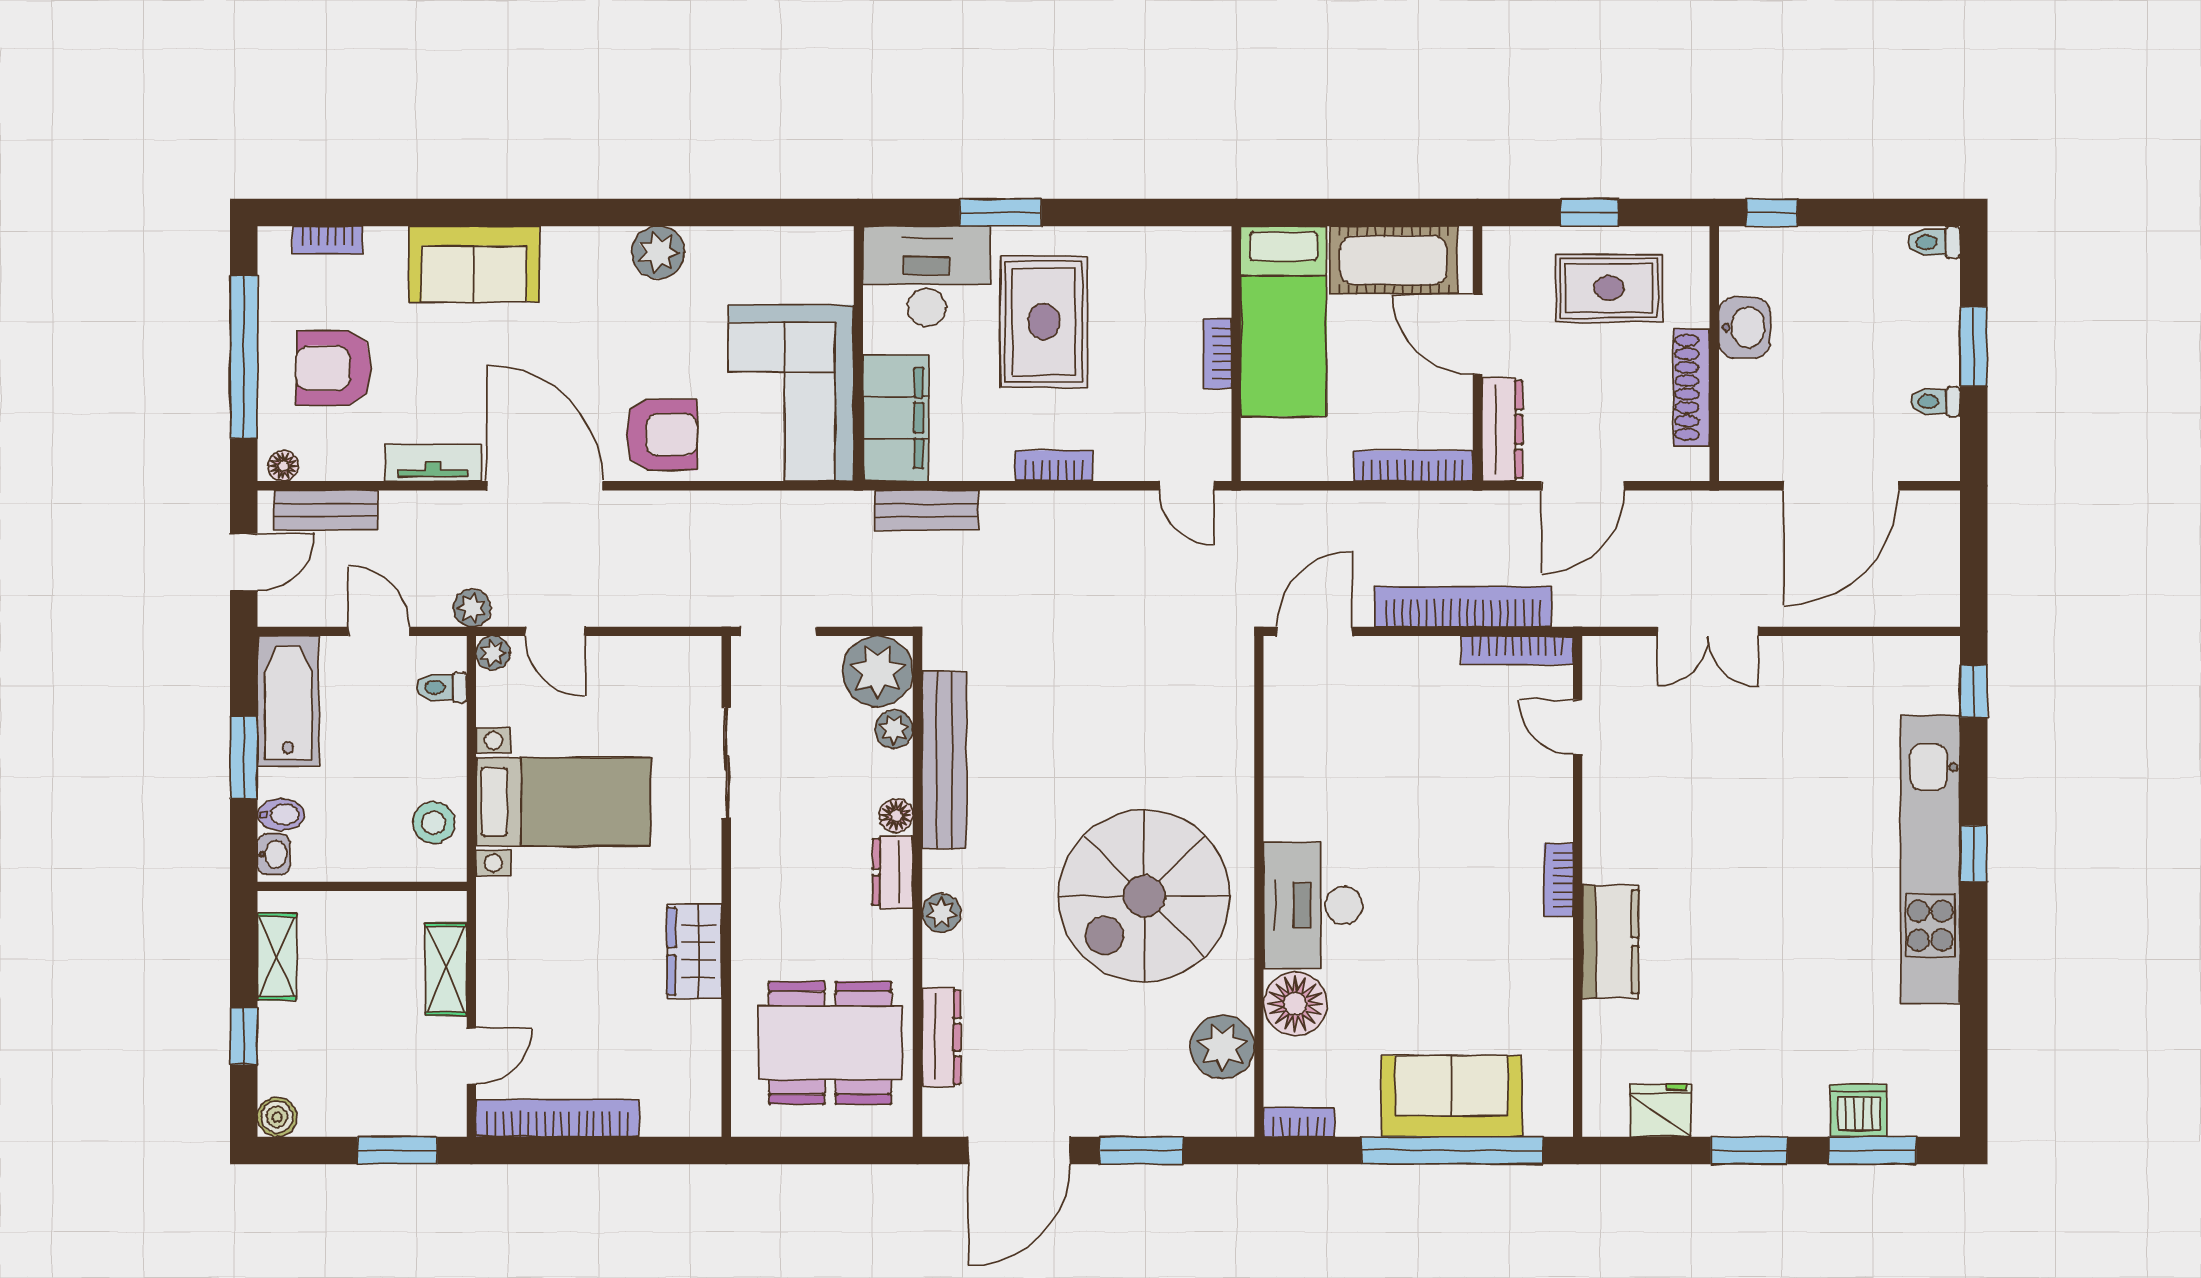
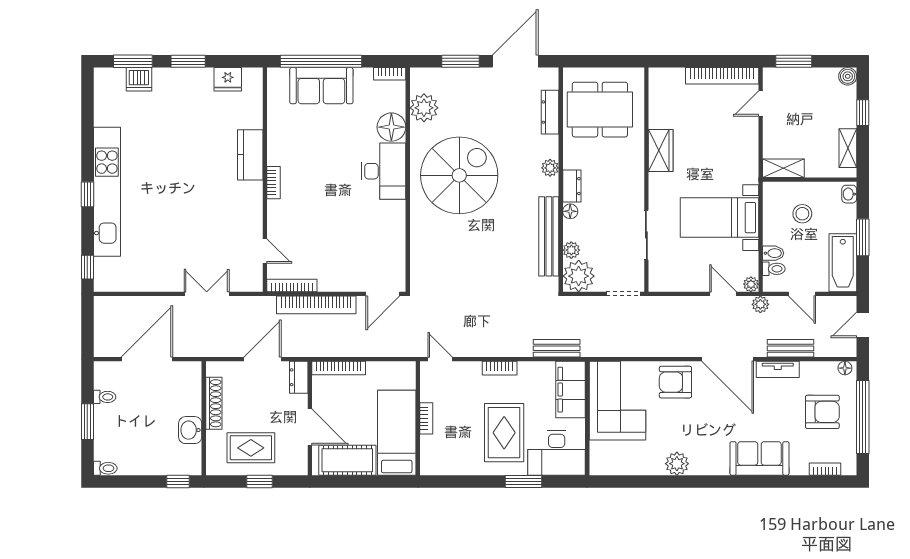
dresser: (1502, 430) -> (299, 377), width x0.70
bench: (326, 510) -> (790, 348), moved
bidet: (281, 814) -> (773, 253), moved, turned 180
stool: (434, 823) -> (802, 214), moved
shelving: (446, 969) -> (783, 168), moved, turned 90

